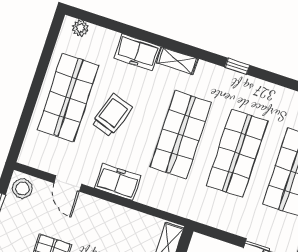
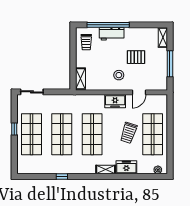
window: (237, 66) -> (62, 176), moved
door: (68, 183) -> (139, 92), swing flipped
stool: (22, 189) -> (119, 75), moved

